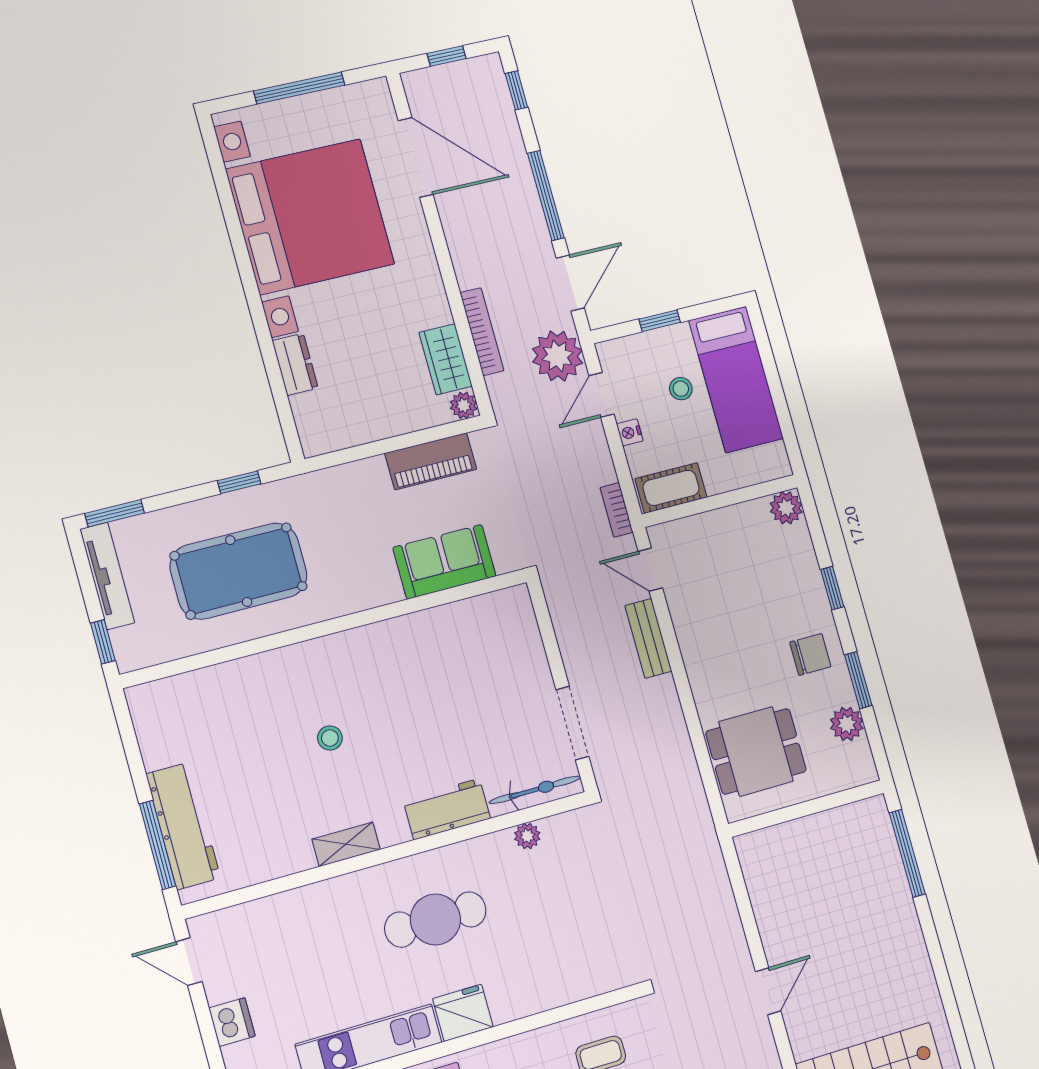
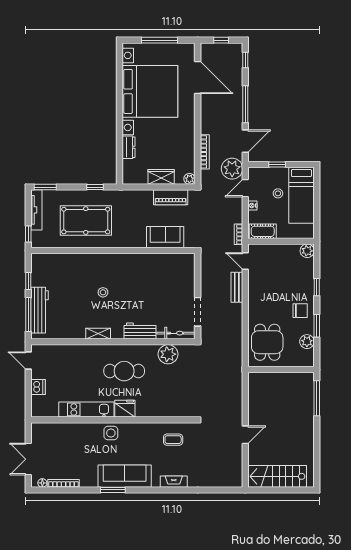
wardrobe: (446, 359) -> (161, 177), moved, turned 90
dining table: (756, 751) -> (267, 342), turned 90
window: (135, 760) -> (28, 281), added
plant: (527, 836) -> (168, 354), width x1.88, depth x1.88

